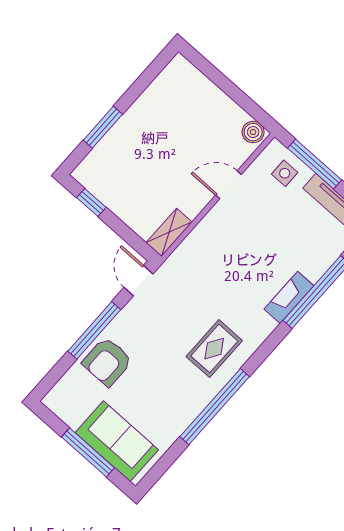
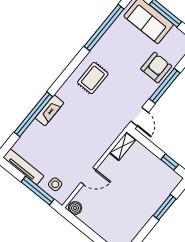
window: (215, 407) -> (104, 28), moved

